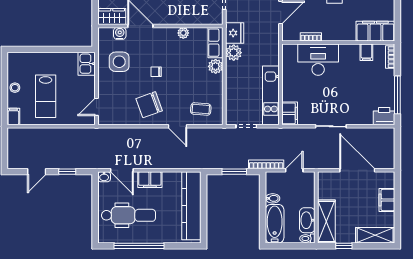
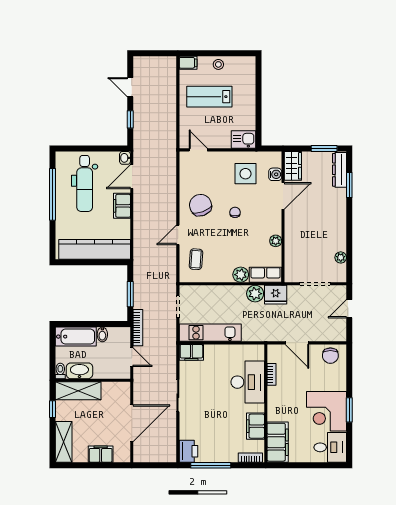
filing cabinet: (366, 52) -> (255, 426), width x2.00

